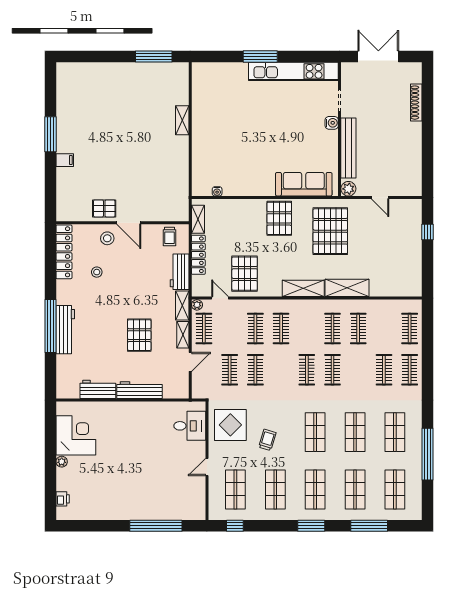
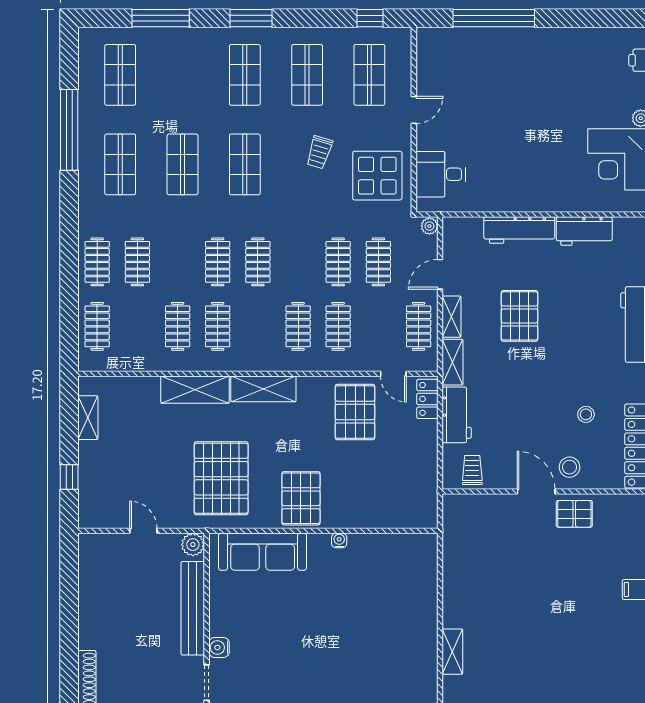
water cooler: (217, 191) -> (339, 540), moved
shelving: (198, 219) -> (88, 418), moved
locker: (198, 255) -> (427, 399), moved, width x0.66
plant: (197, 305) -> (429, 226), moved
shop shelf: (355, 489) -> (183, 75), removed

